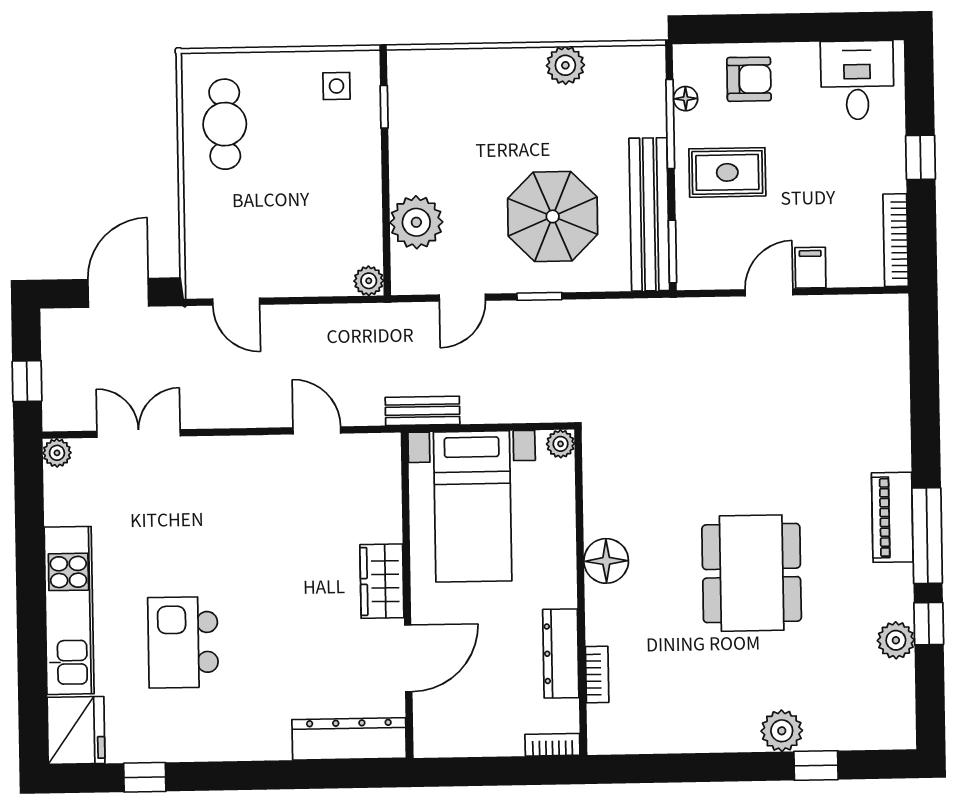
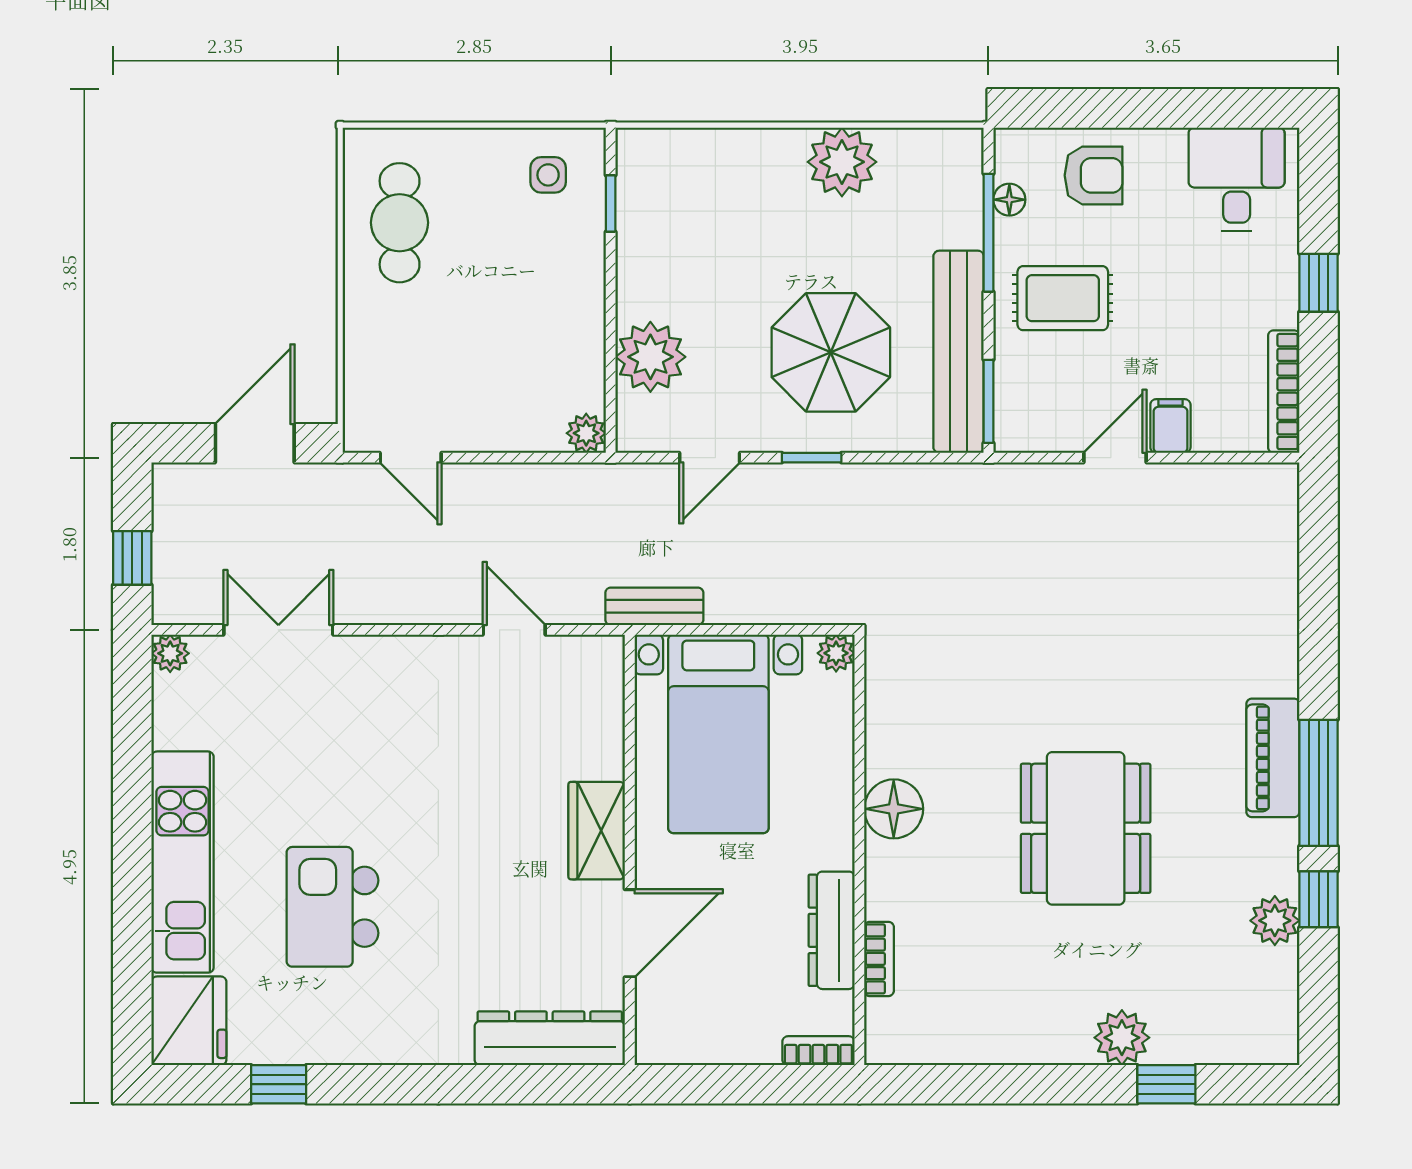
plant: (565, 65) -> (842, 162), width x1.36, depth x1.36

